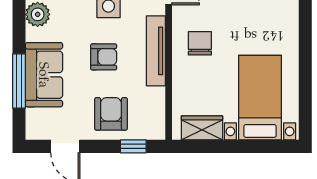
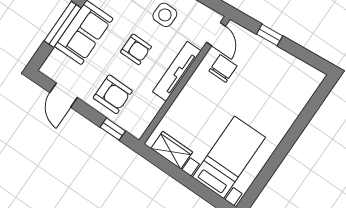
chair: (200, 43) -> (223, 68), moved
armchair: (111, 114) -> (113, 94), turned 90

